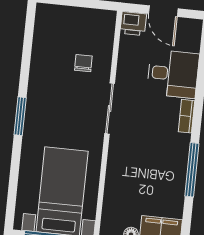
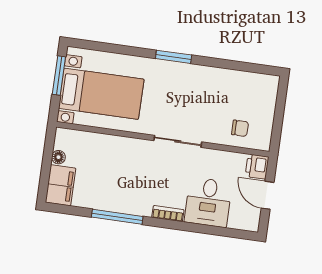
door: (163, 11) -> (268, 195), hinge flipped
chair: (83, 63) -> (240, 128), moved

